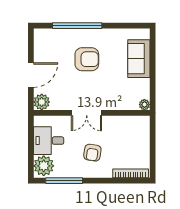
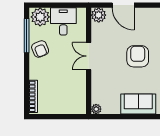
armchair: (87, 59) -> (138, 56), turned 180
armchair: (92, 153) -> (40, 49), moved, turned -121

